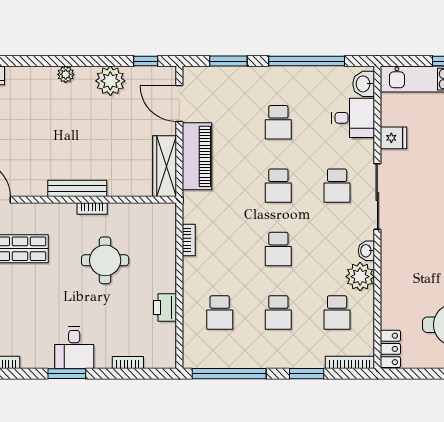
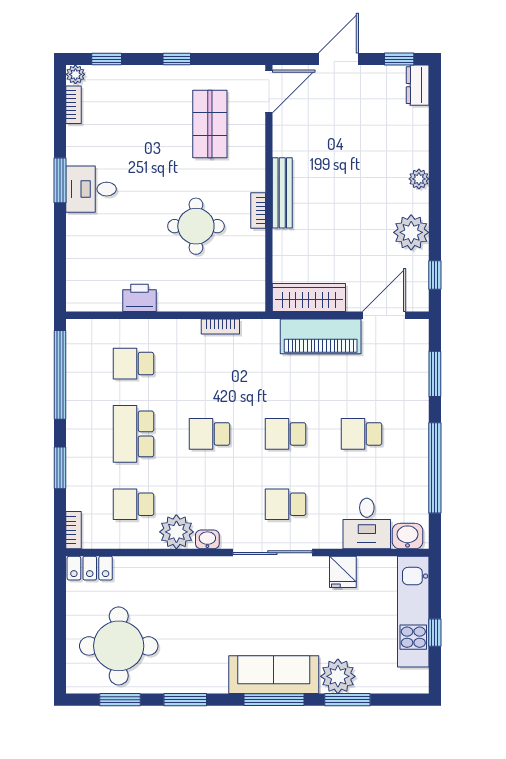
school desk: (278, 312) -> (133, 434), width x1.85
bookcase: (350, 362) -> (73, 530), width x0.64
bookcase: (128, 363) -> (73, 253), removed

